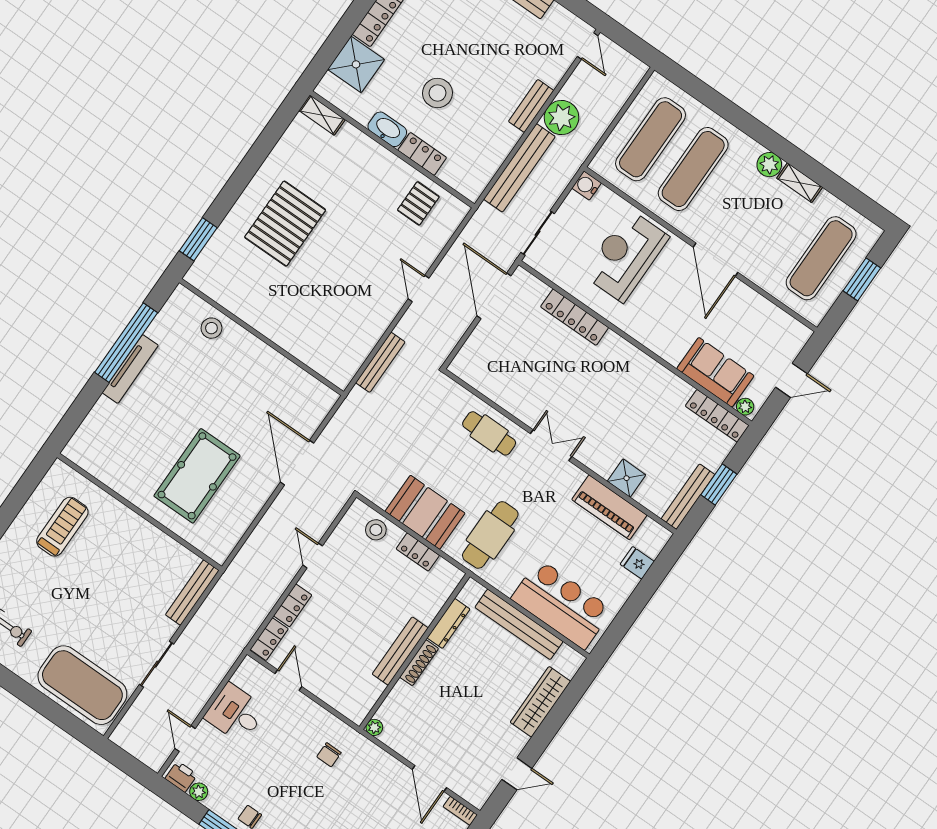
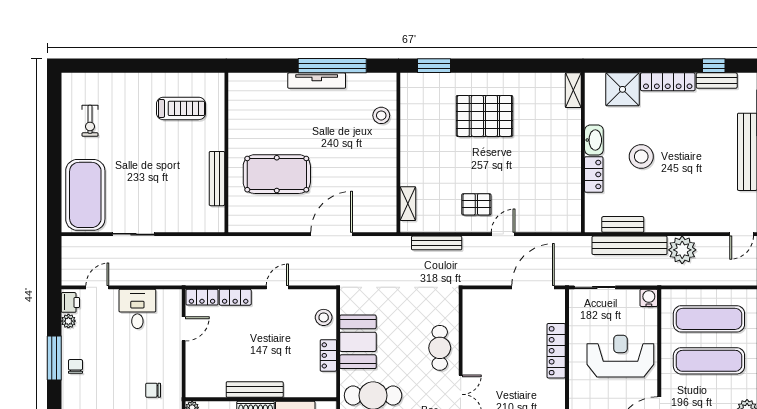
bench: (531, 106) -> (623, 224), moved
pallet: (418, 203) -> (476, 204), moved
shelving: (320, 364) -> (408, 204), added
bench: (192, 593) -> (217, 179), moved, turned 90

